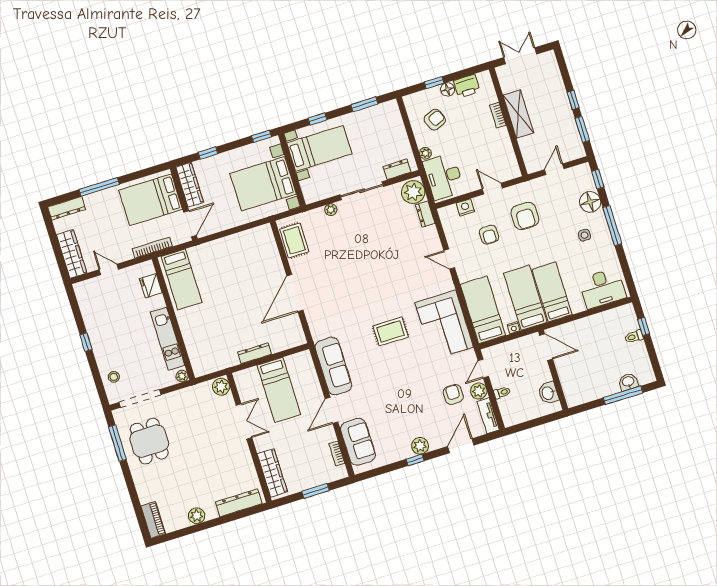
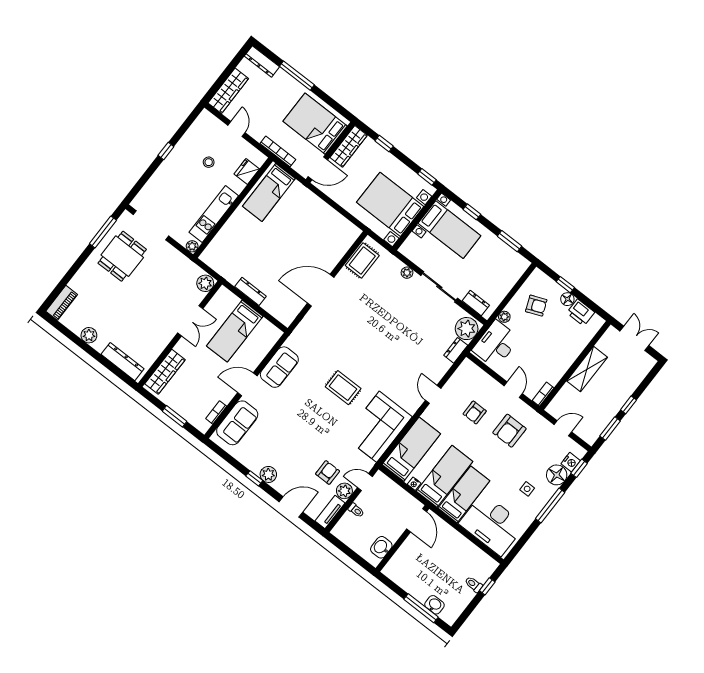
bookcase: (498, 115) -> (543, 394), moved
nightstand: (465, 207) -> (571, 462), moved, turned 90
desk: (602, 288) -> (492, 524), width x1.36, depth x1.30
sofa: (333, 366) -> (279, 367), width x0.73
stool: (114, 377) -> (209, 162), moved

